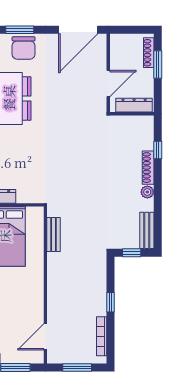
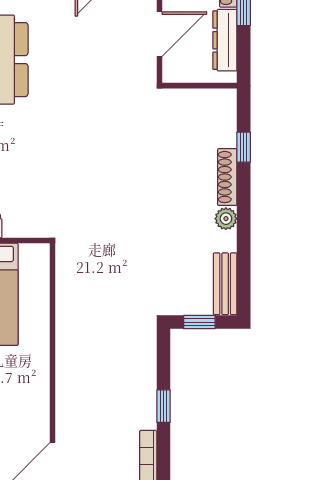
dresser: (134, 105) -> (225, 40), moved, turned -90
bench: (54, 234) -> (66, 291), removed

